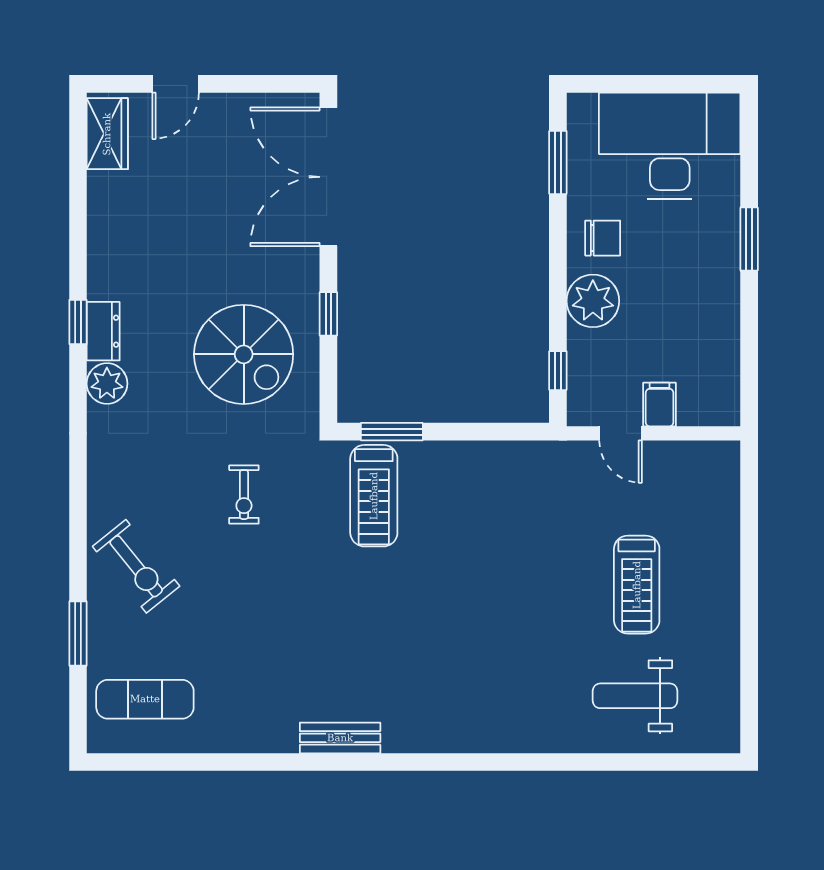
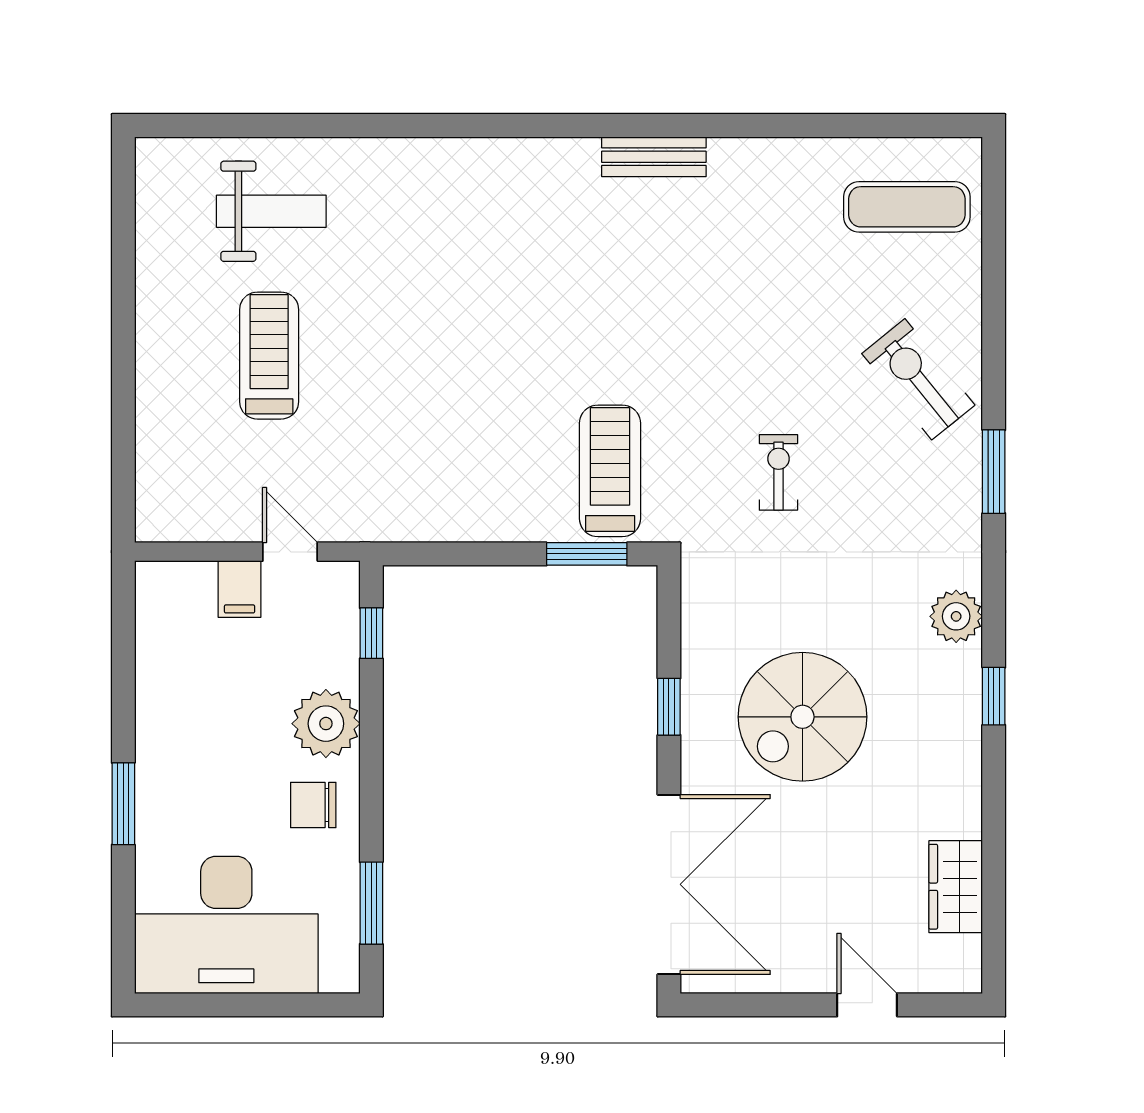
door: (176, 84) -> (867, 1005), hinge flipped
wardrobe: (107, 134) -> (956, 887), moved
dresser: (103, 331) -> (961, 684), removed
spiral stairs: (244, 354) -> (802, 717), moved, turned -90
window: (78, 633) -> (994, 472), moved

